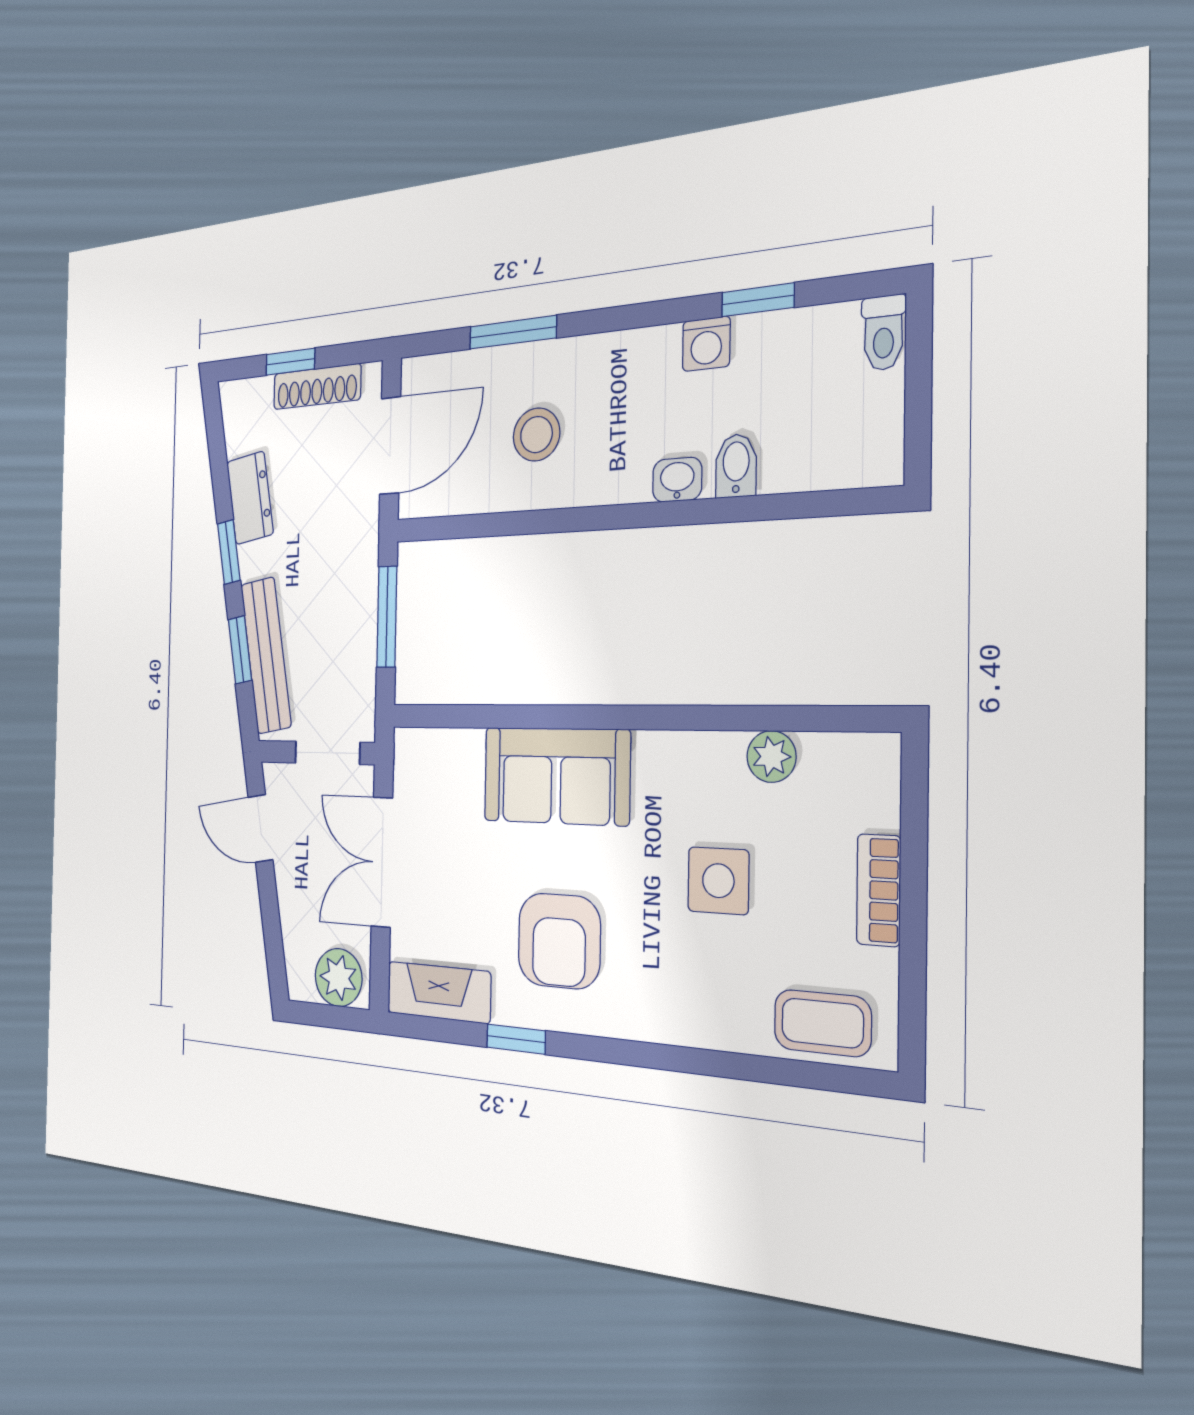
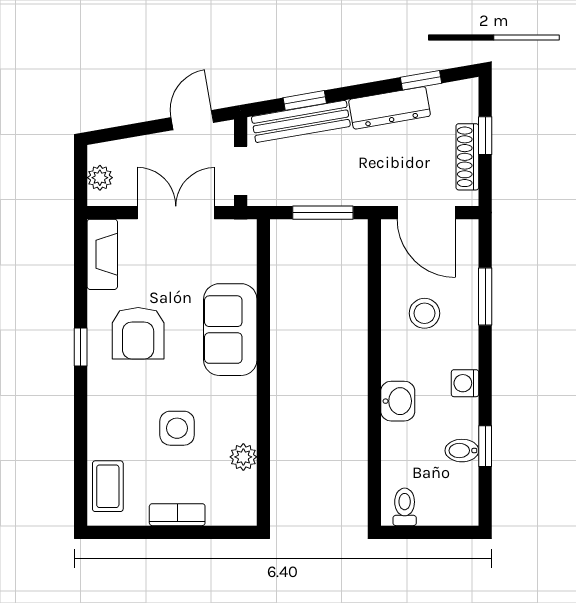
toilet: (883, 333) -> (405, 507), moved, turned 90
washing machine: (706, 344) -> (465, 383), moved
bidet: (736, 466) -> (462, 451), moved, turned 180
washbasin: (677, 480) -> (398, 401), width x1.38, depth x1.45
dresser: (250, 498) -> (390, 108), width x1.44
window: (229, 552) -> (421, 80), moved
armchair: (559, 941) -> (138, 333), turned -90
plant: (339, 978) -> (100, 178), width x0.73, depth x0.73
window: (516, 1039) -> (81, 347), moved

